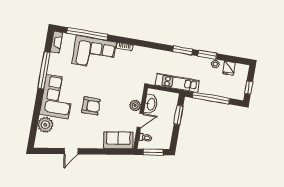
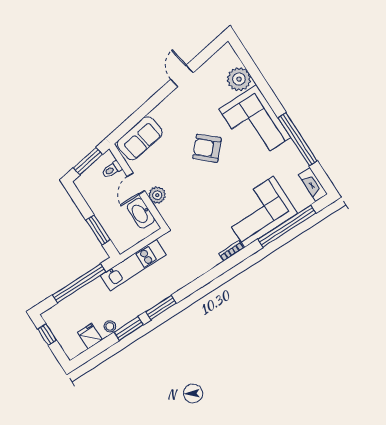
armchair: (91, 106) -> (207, 148), turned 42

